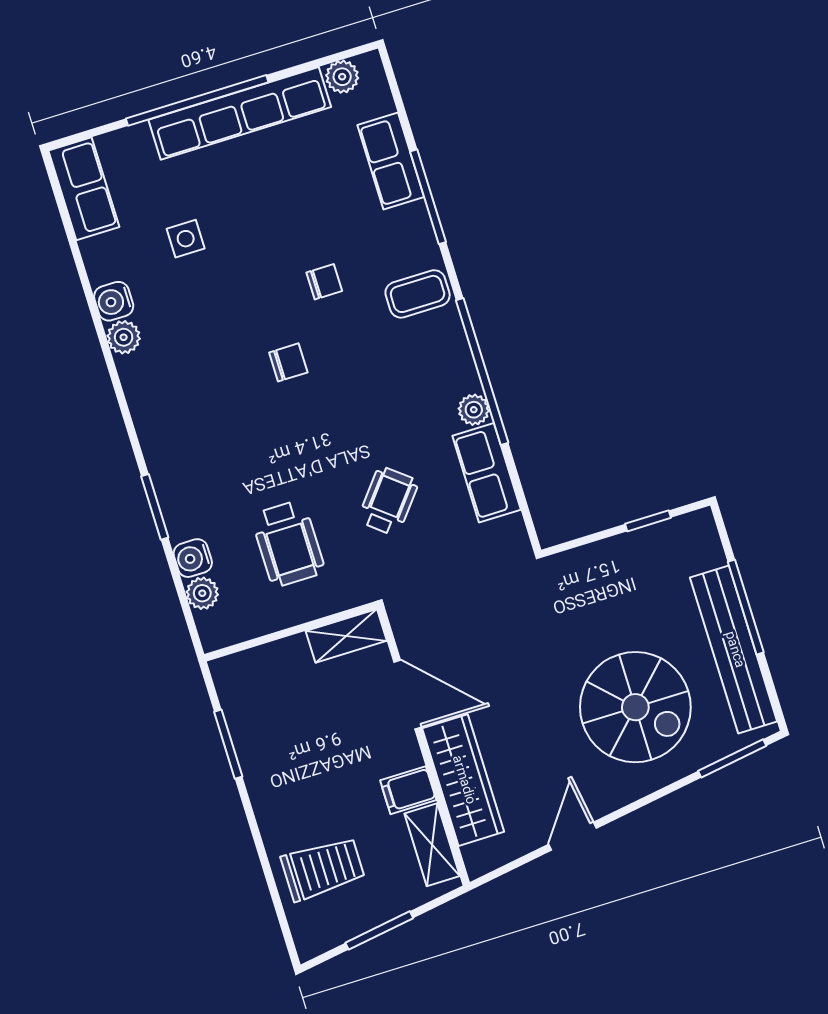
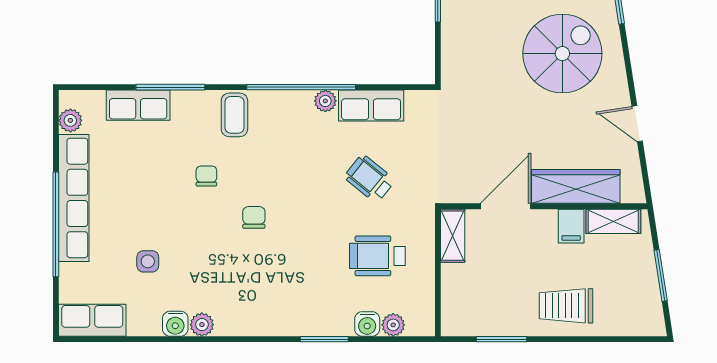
wheelchair: (288, 544) -> (377, 256), turned 180
trolley: (323, 869) -> (566, 306), moved, turned -90

